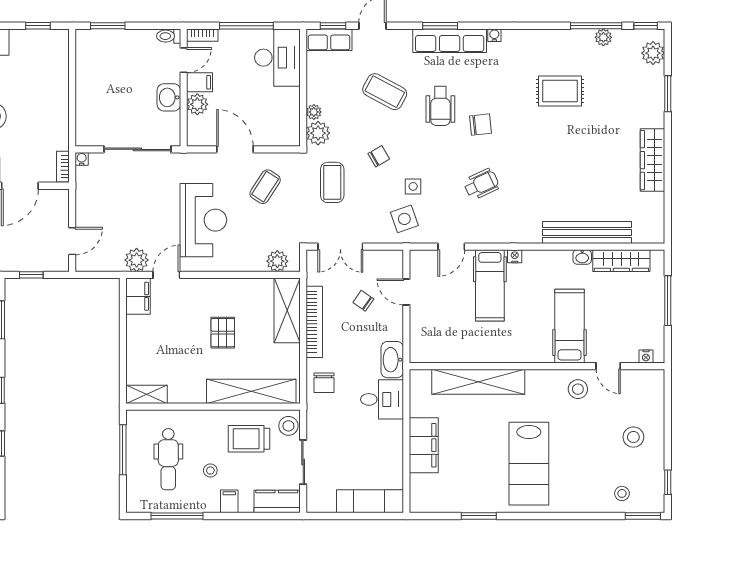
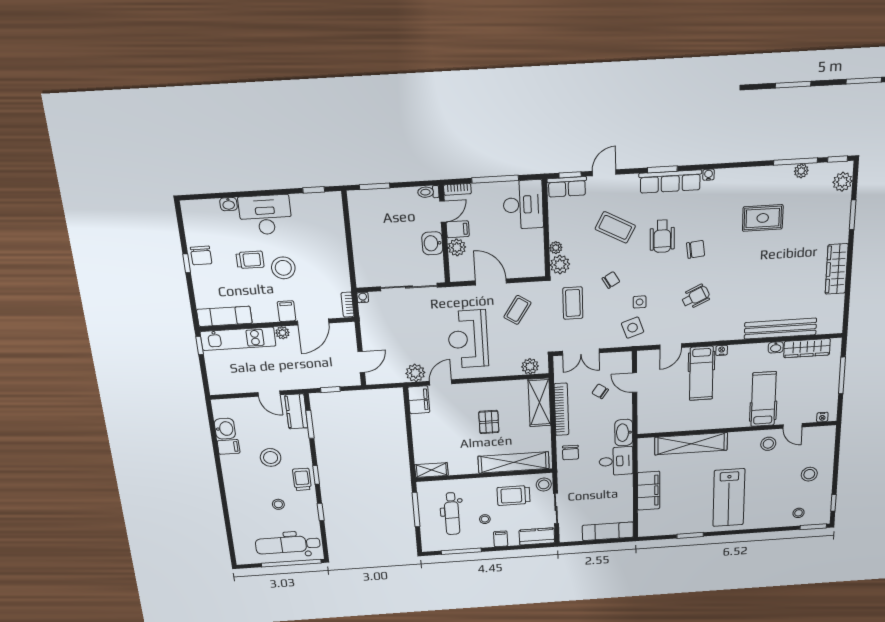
reception desk: (203, 220) -> (468, 339), turned 180

